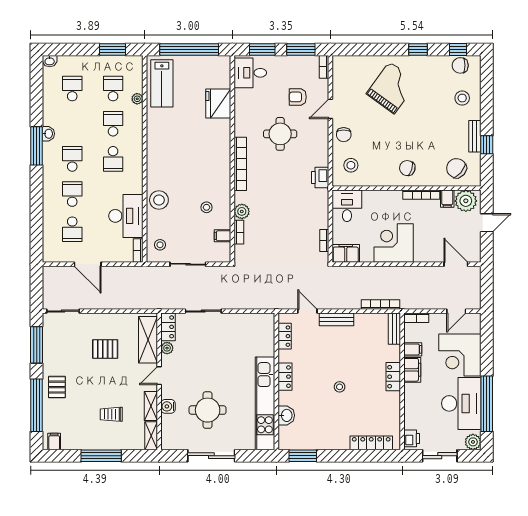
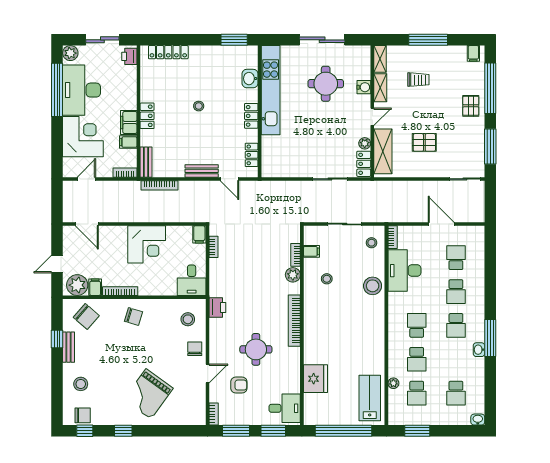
filing cabinet: (346, 253) -> (199, 234), width x0.50

